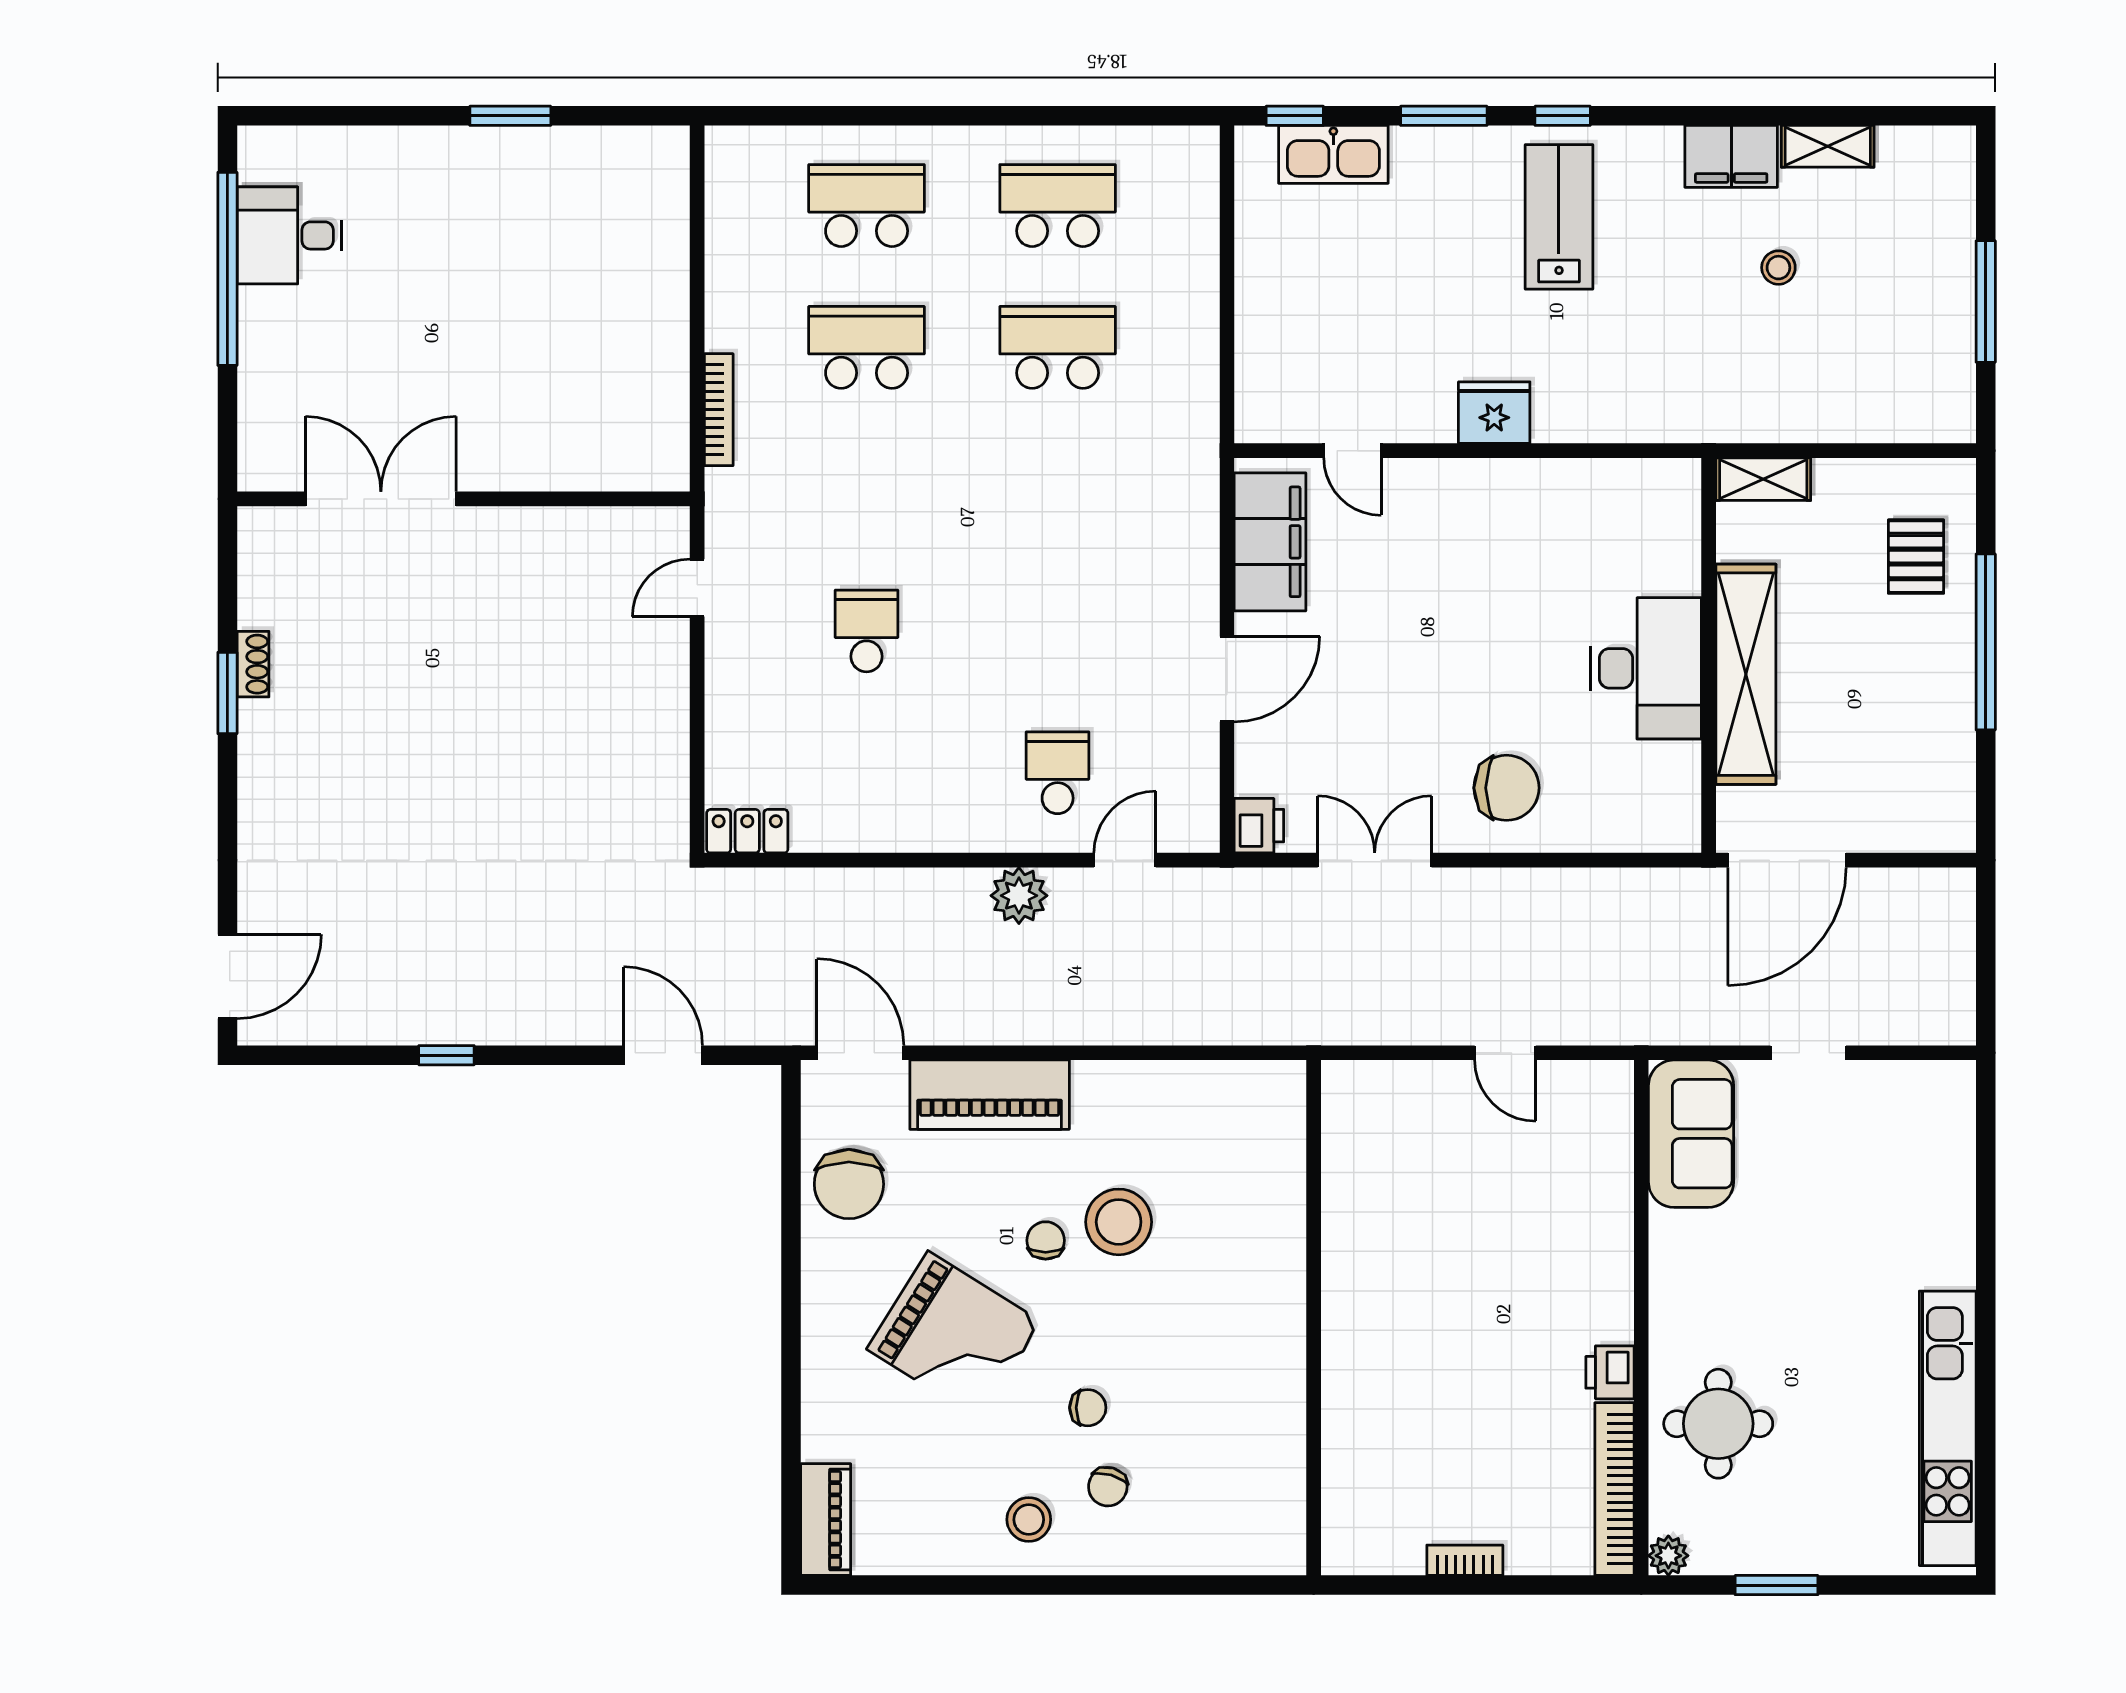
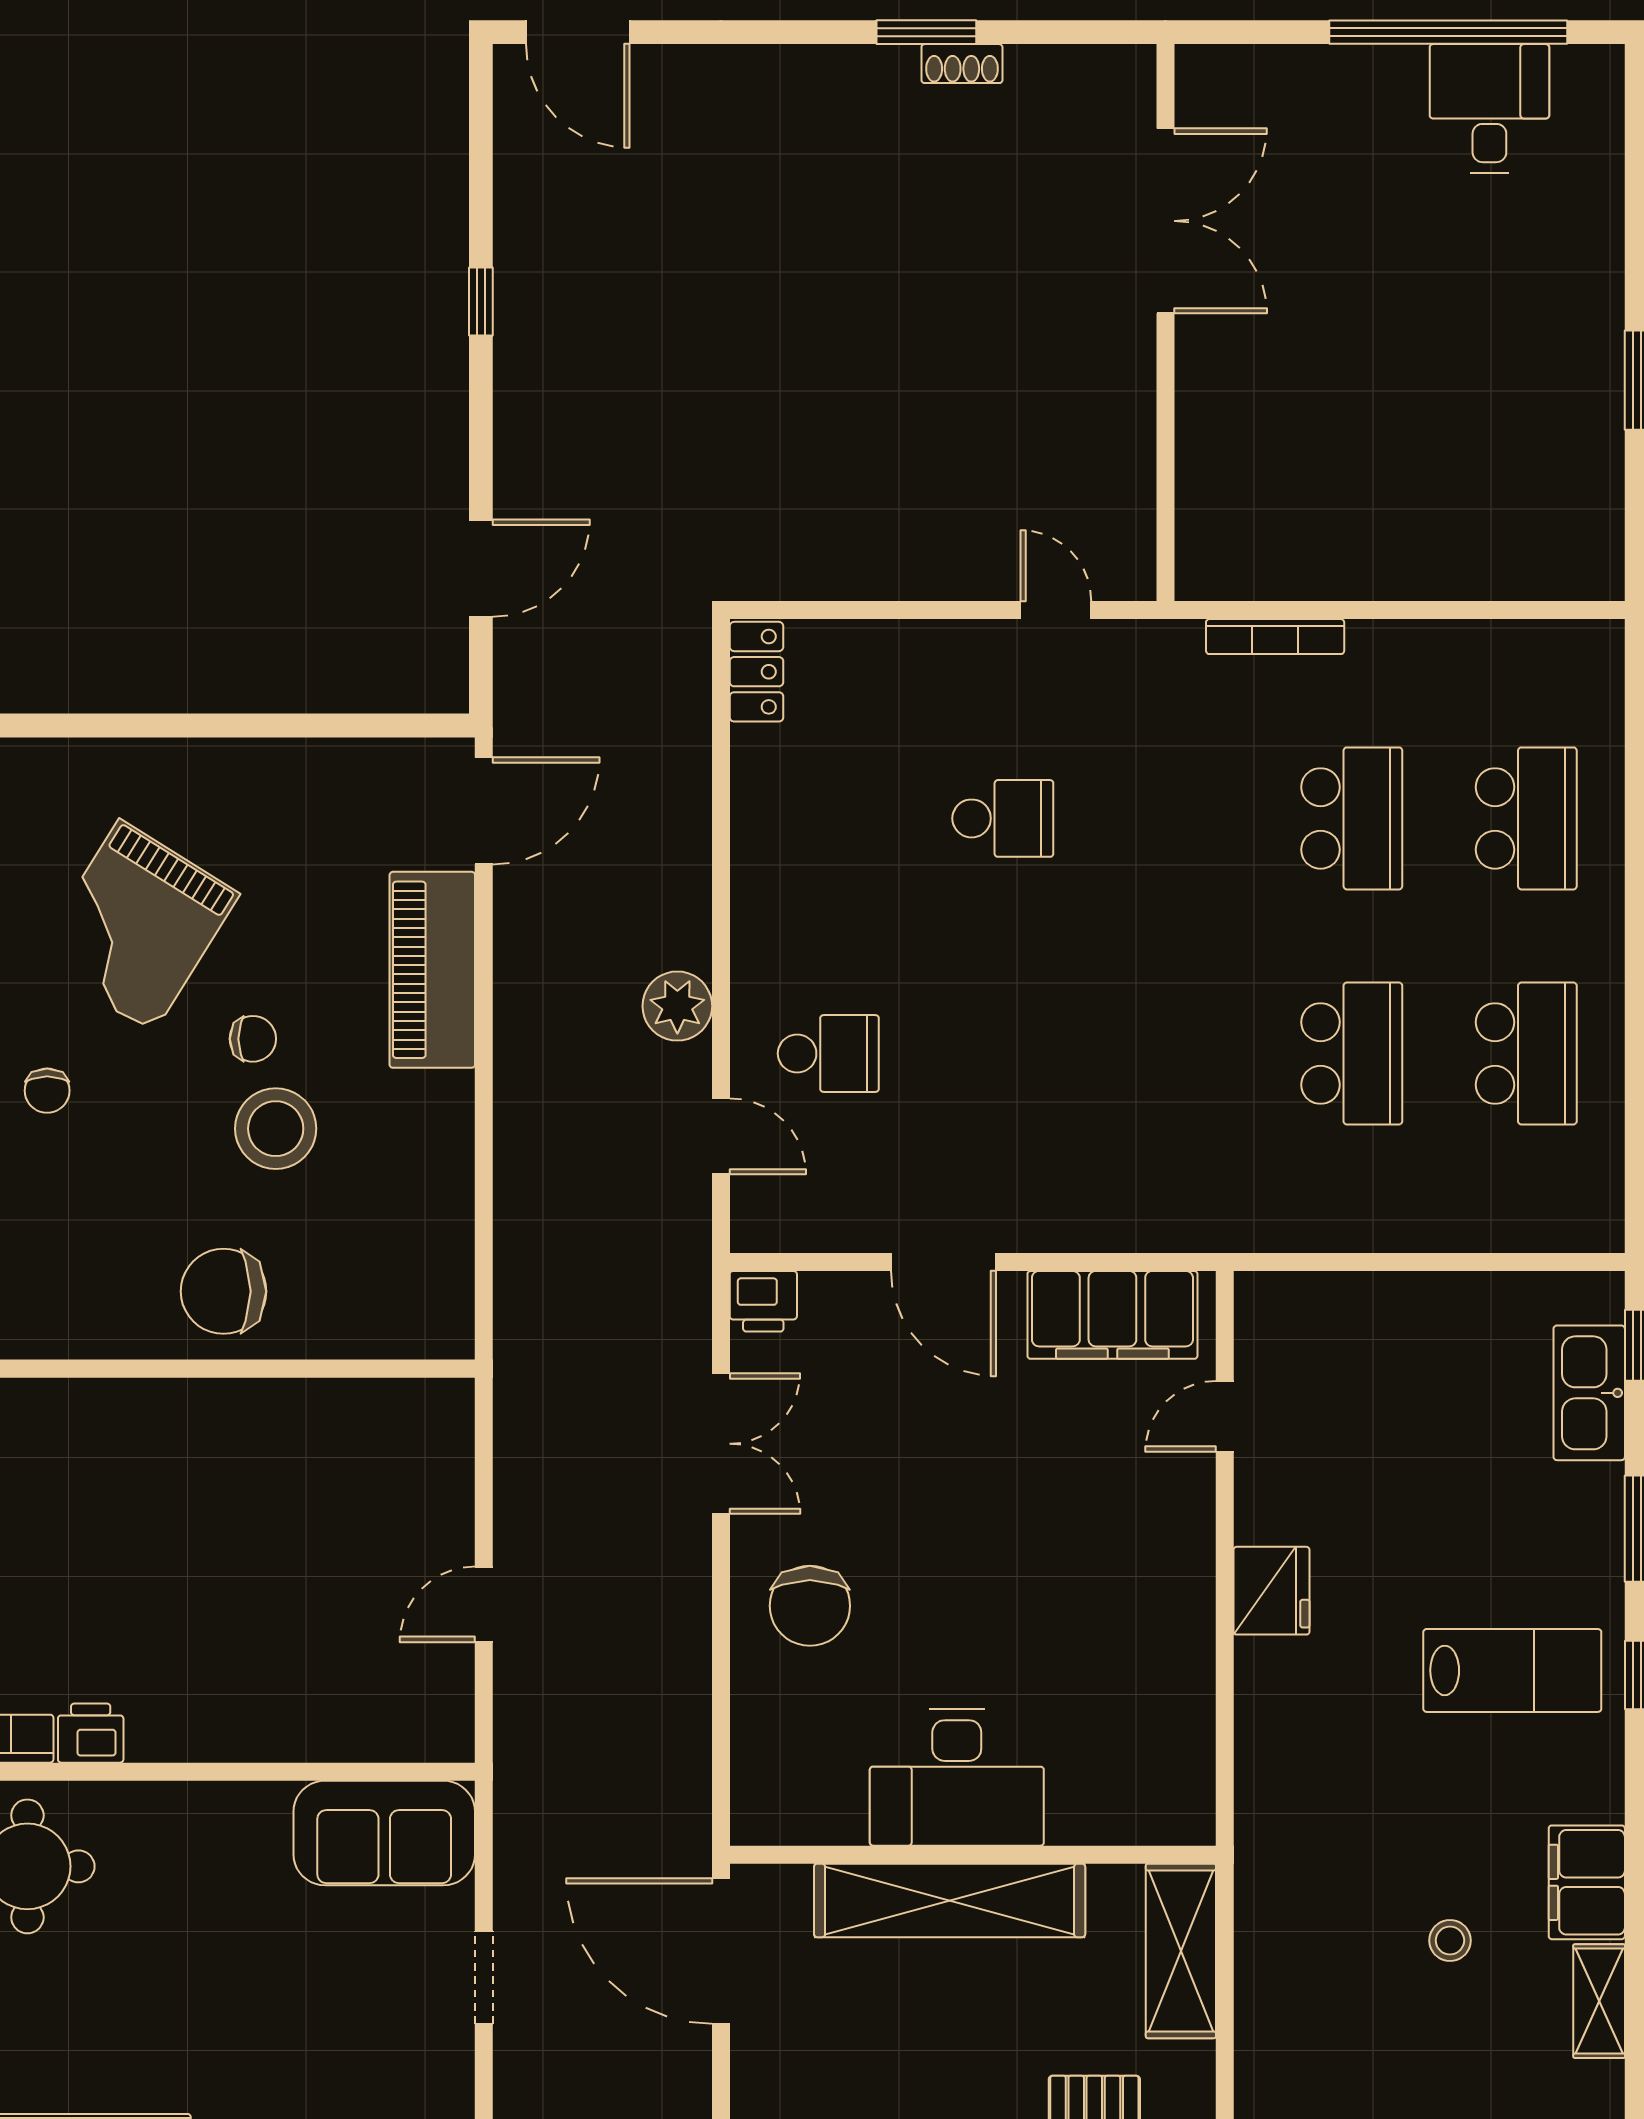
shelving: (1763, 479) -> (1181, 1951), width x1.50, depth x1.33
chair: (849, 1184) -> (224, 1291), moved

